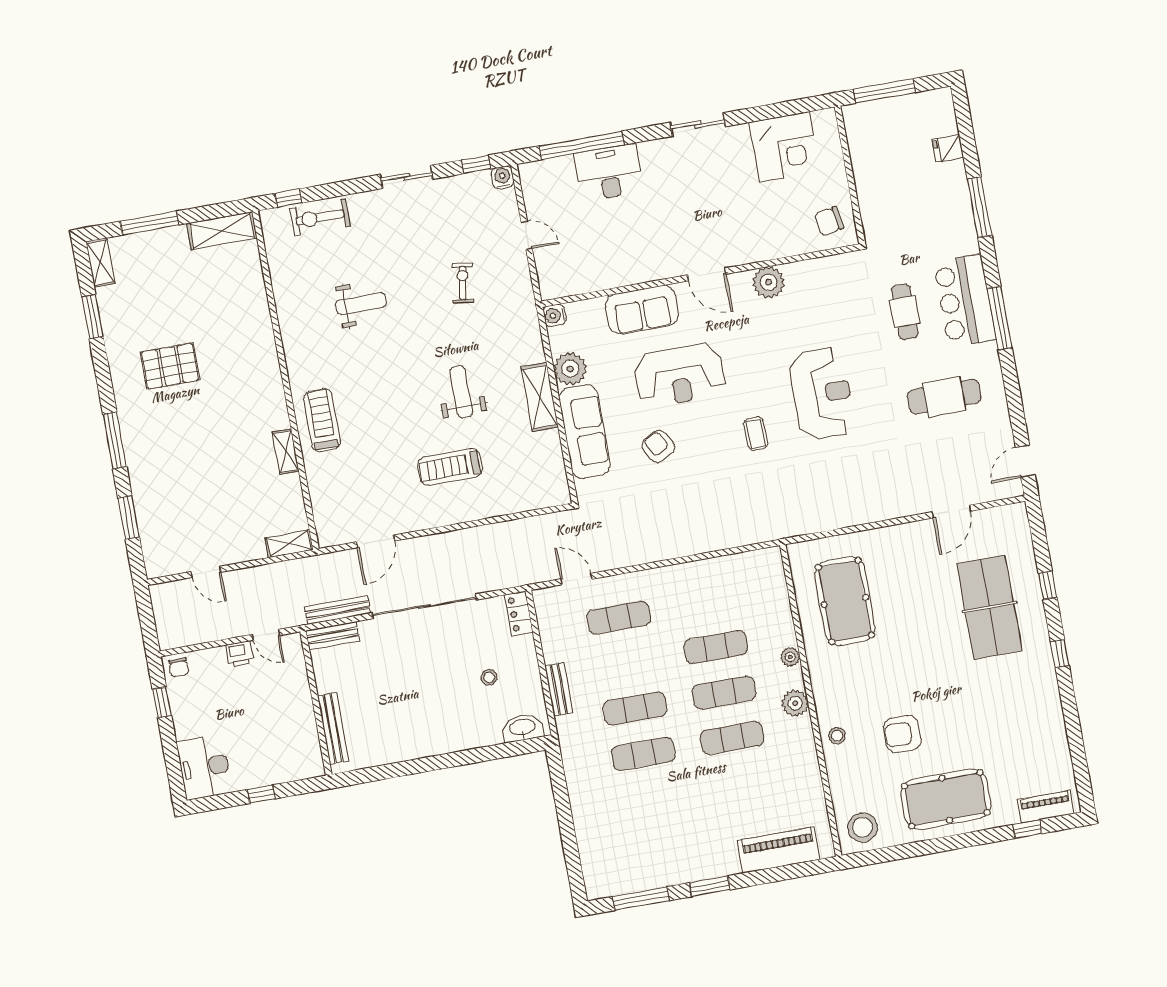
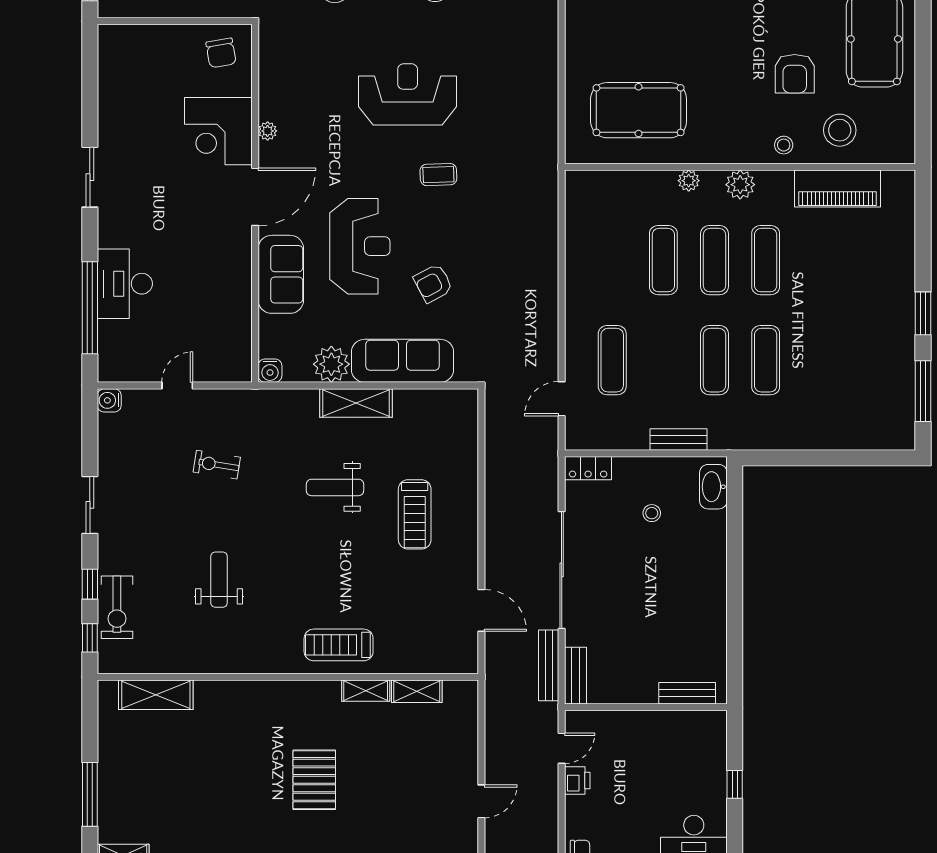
corner desk: (784, 147) -> (218, 131), moved, turned 180
window: (476, 164) -> (90, 584), moved
shelving: (222, 231) -> (156, 695), moved, turned 90
door: (707, 274) -> (255, 197), width x1.36
plant: (768, 282) -> (268, 131), width x0.53, depth x0.53
pallet: (170, 366) -> (314, 780), moved
shelving: (289, 544) -> (417, 691), moved, turned 90
bench: (333, 728) -> (687, 693), width x0.73
stool: (863, 827) -> (840, 130), moved
piano: (779, 850) -> (838, 189), moved, turned -90

